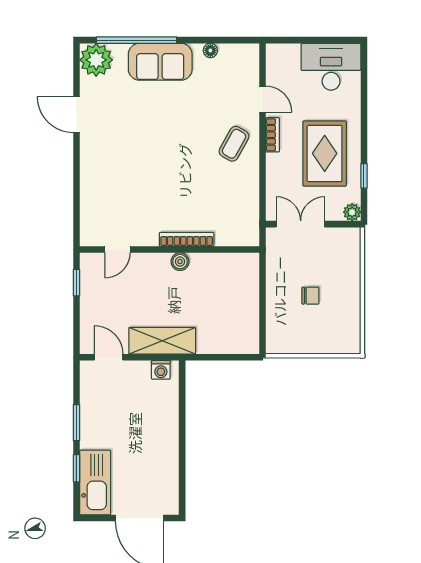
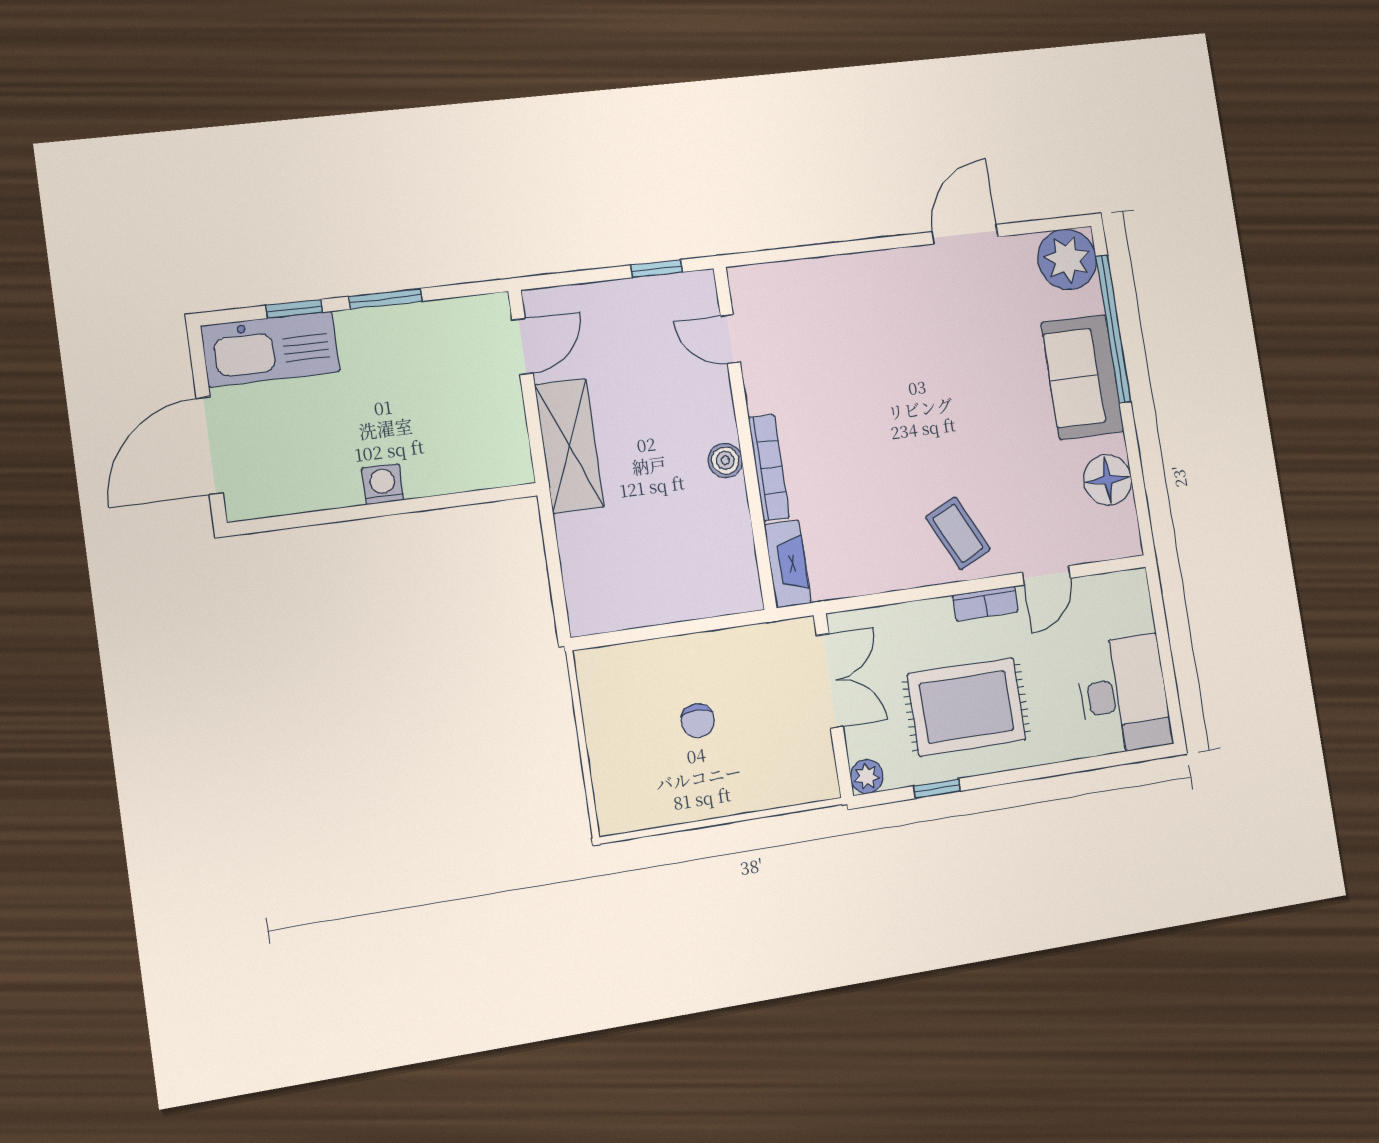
floor lamp: (210, 50) -> (1108, 480), width x1.89, depth x1.89
coffee table: (234, 144) -> (958, 533), turned 35
fireplace: (237, 237) -> (788, 564), added
washing machine: (161, 370) -> (383, 484), moved, turned 90

